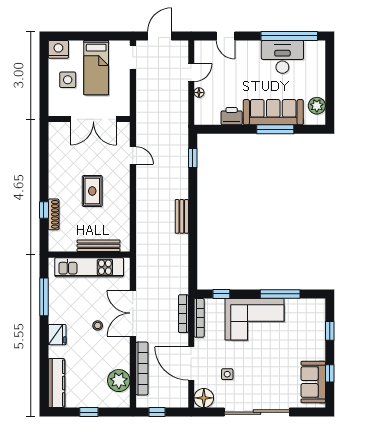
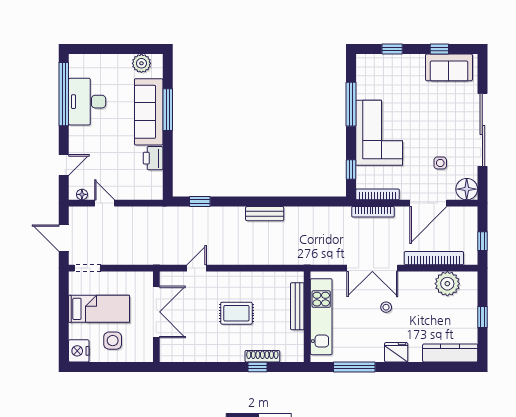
floor lamp: (199, 93) -> (82, 194), moved

